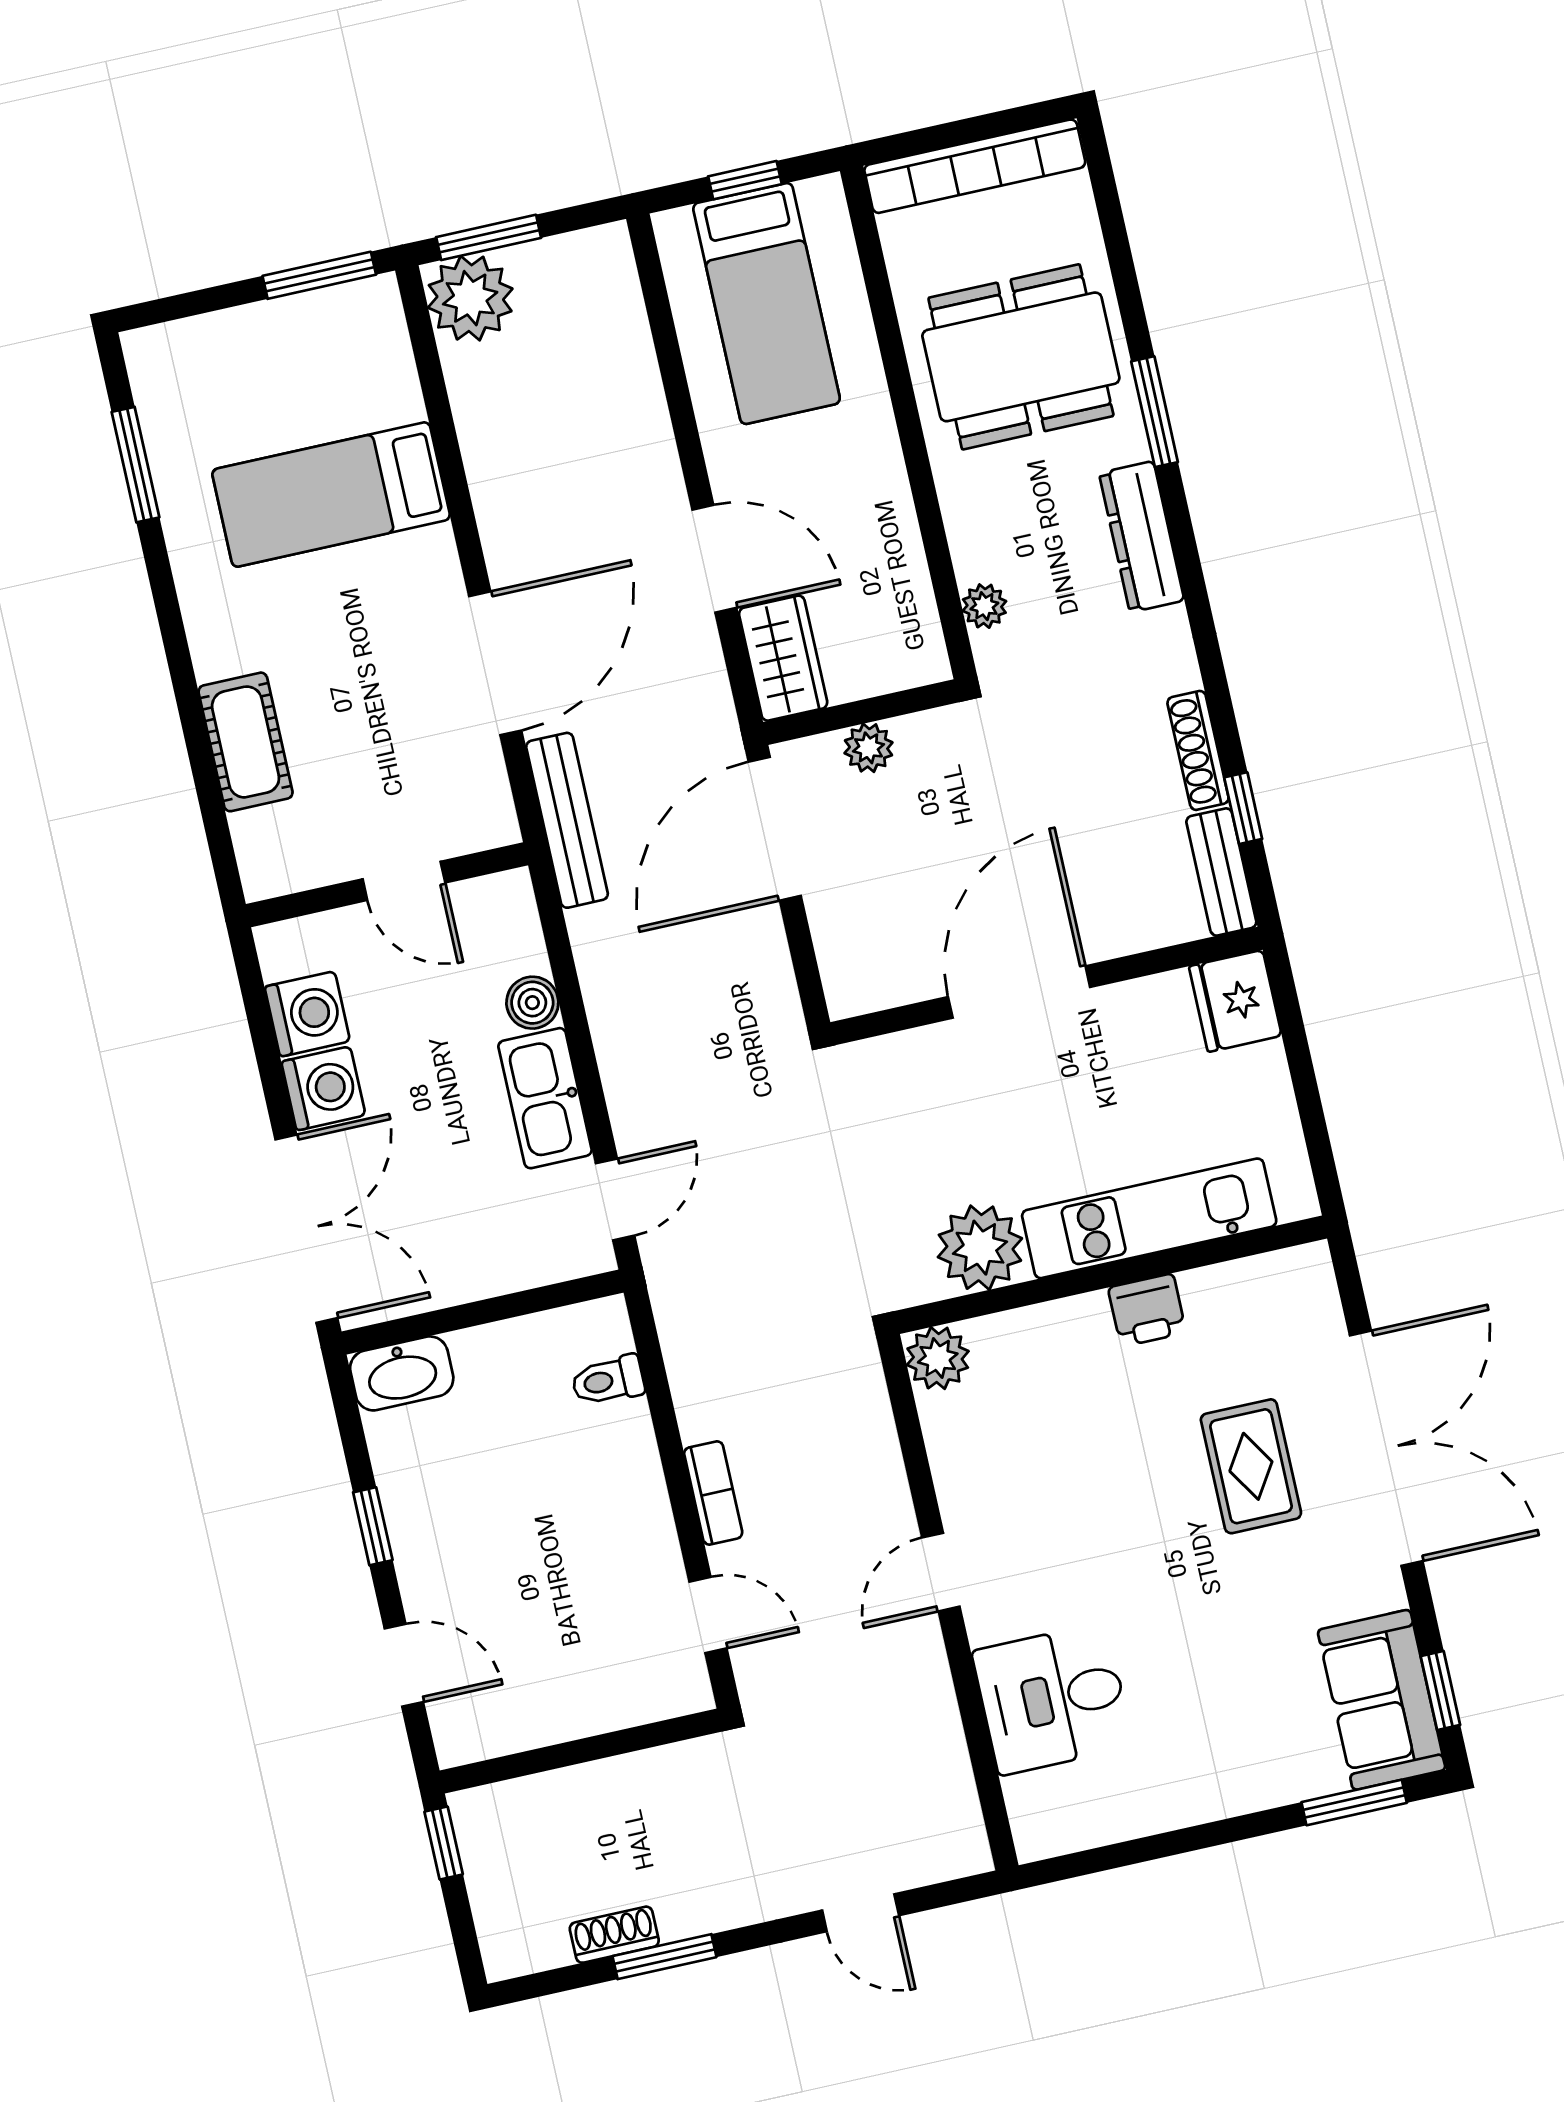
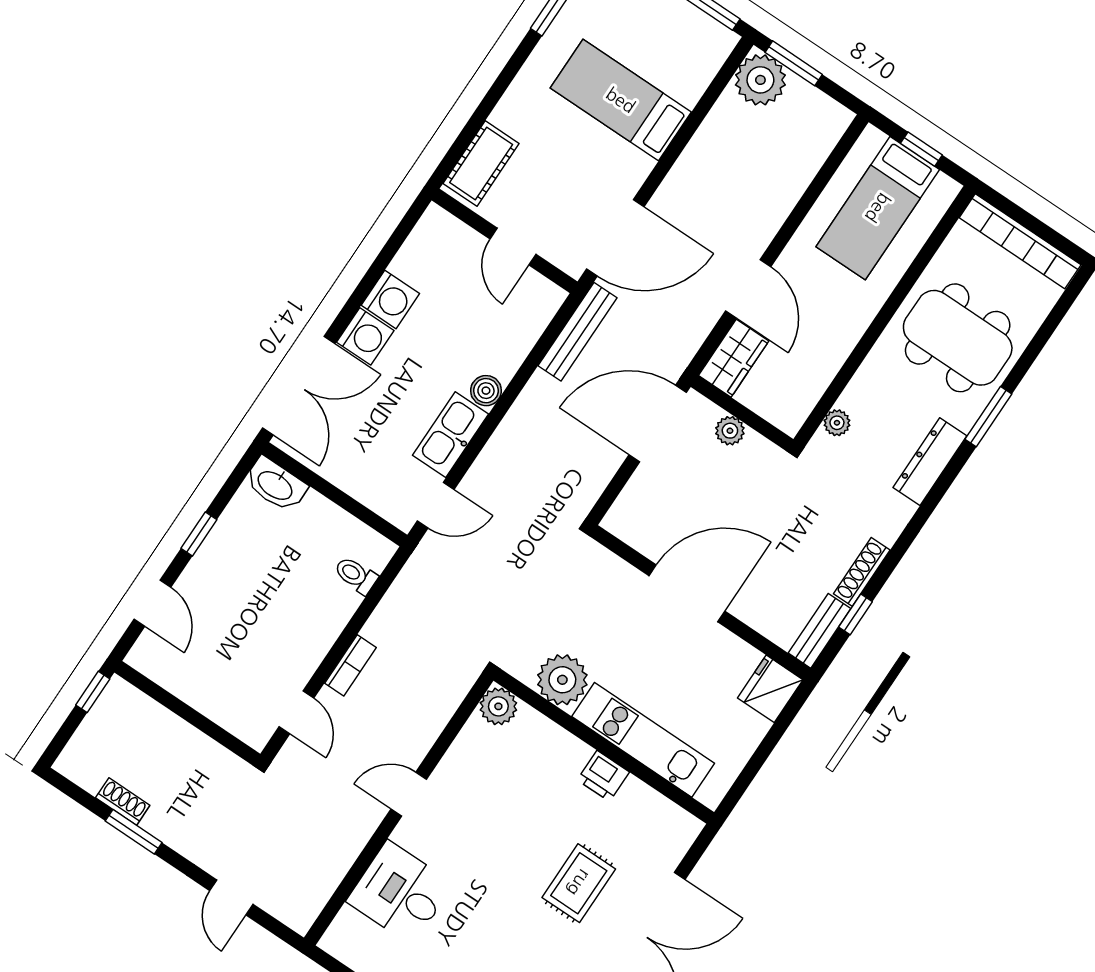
door: (404, 881) -> (513, 247), moved
wall: (387, 885) -> (505, 241), moved

